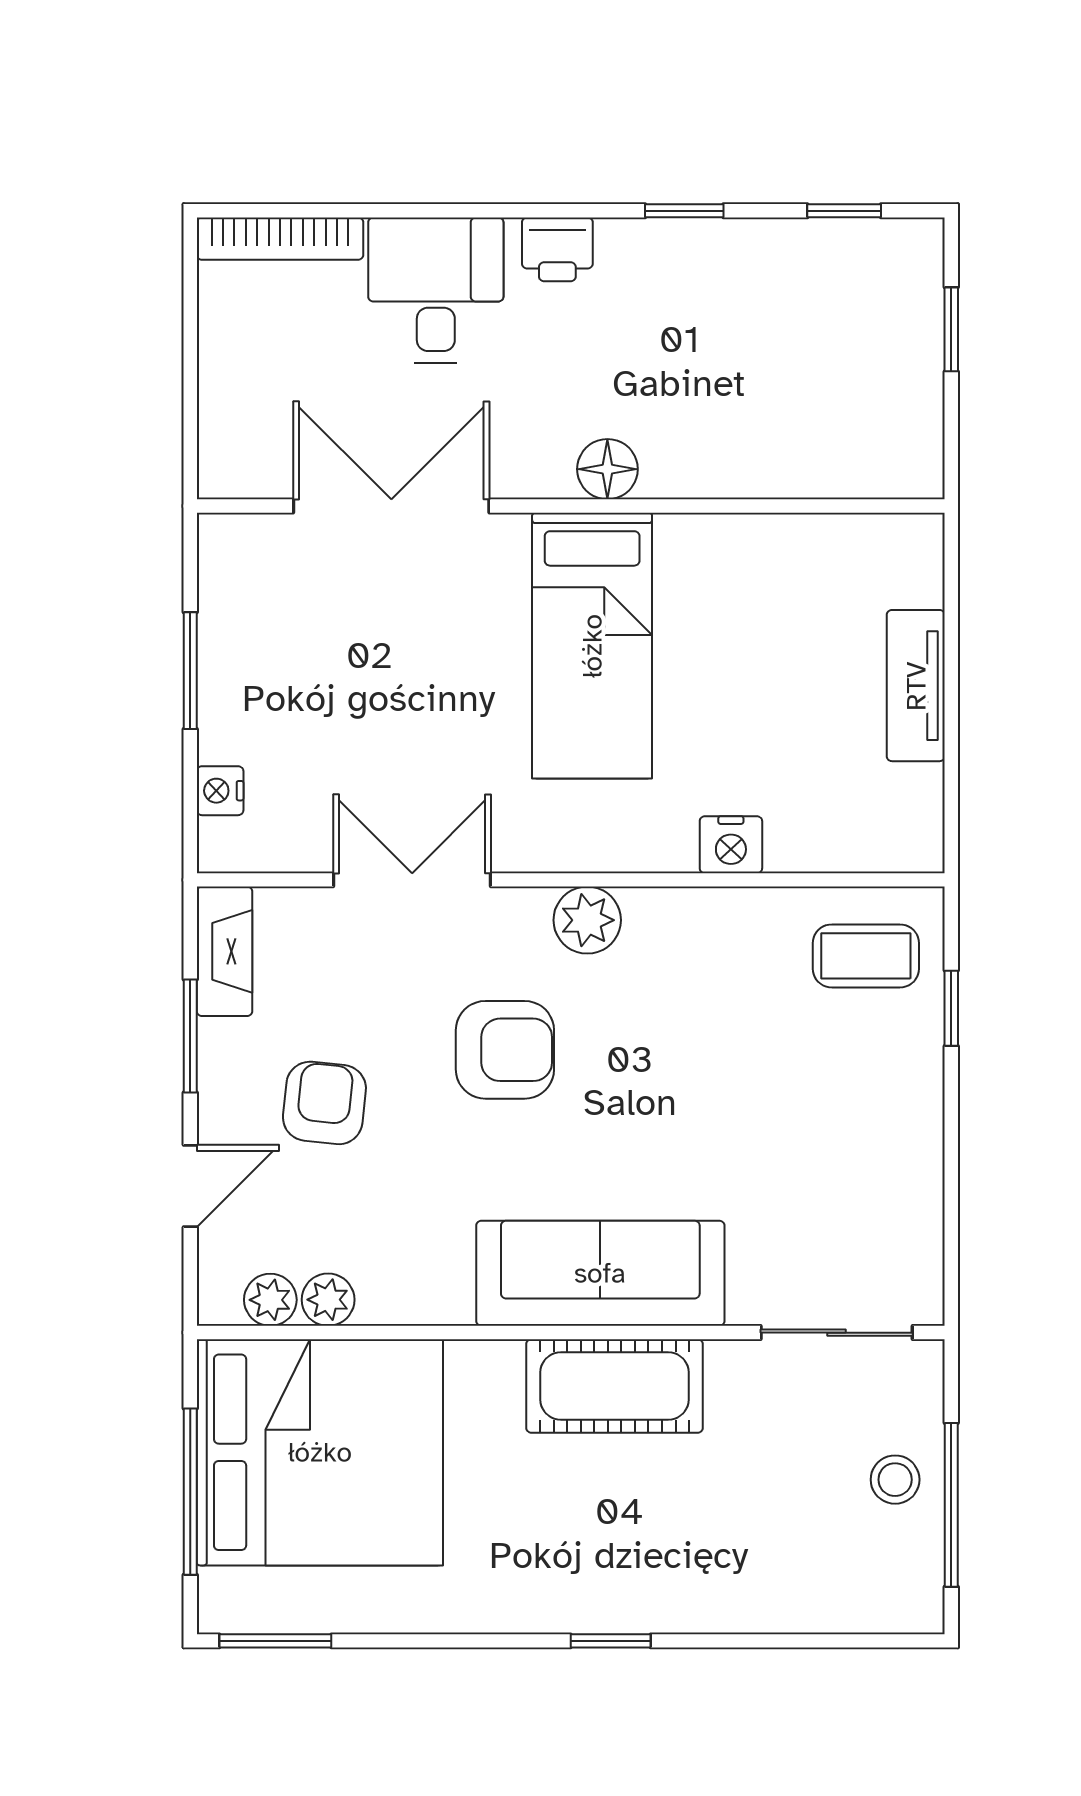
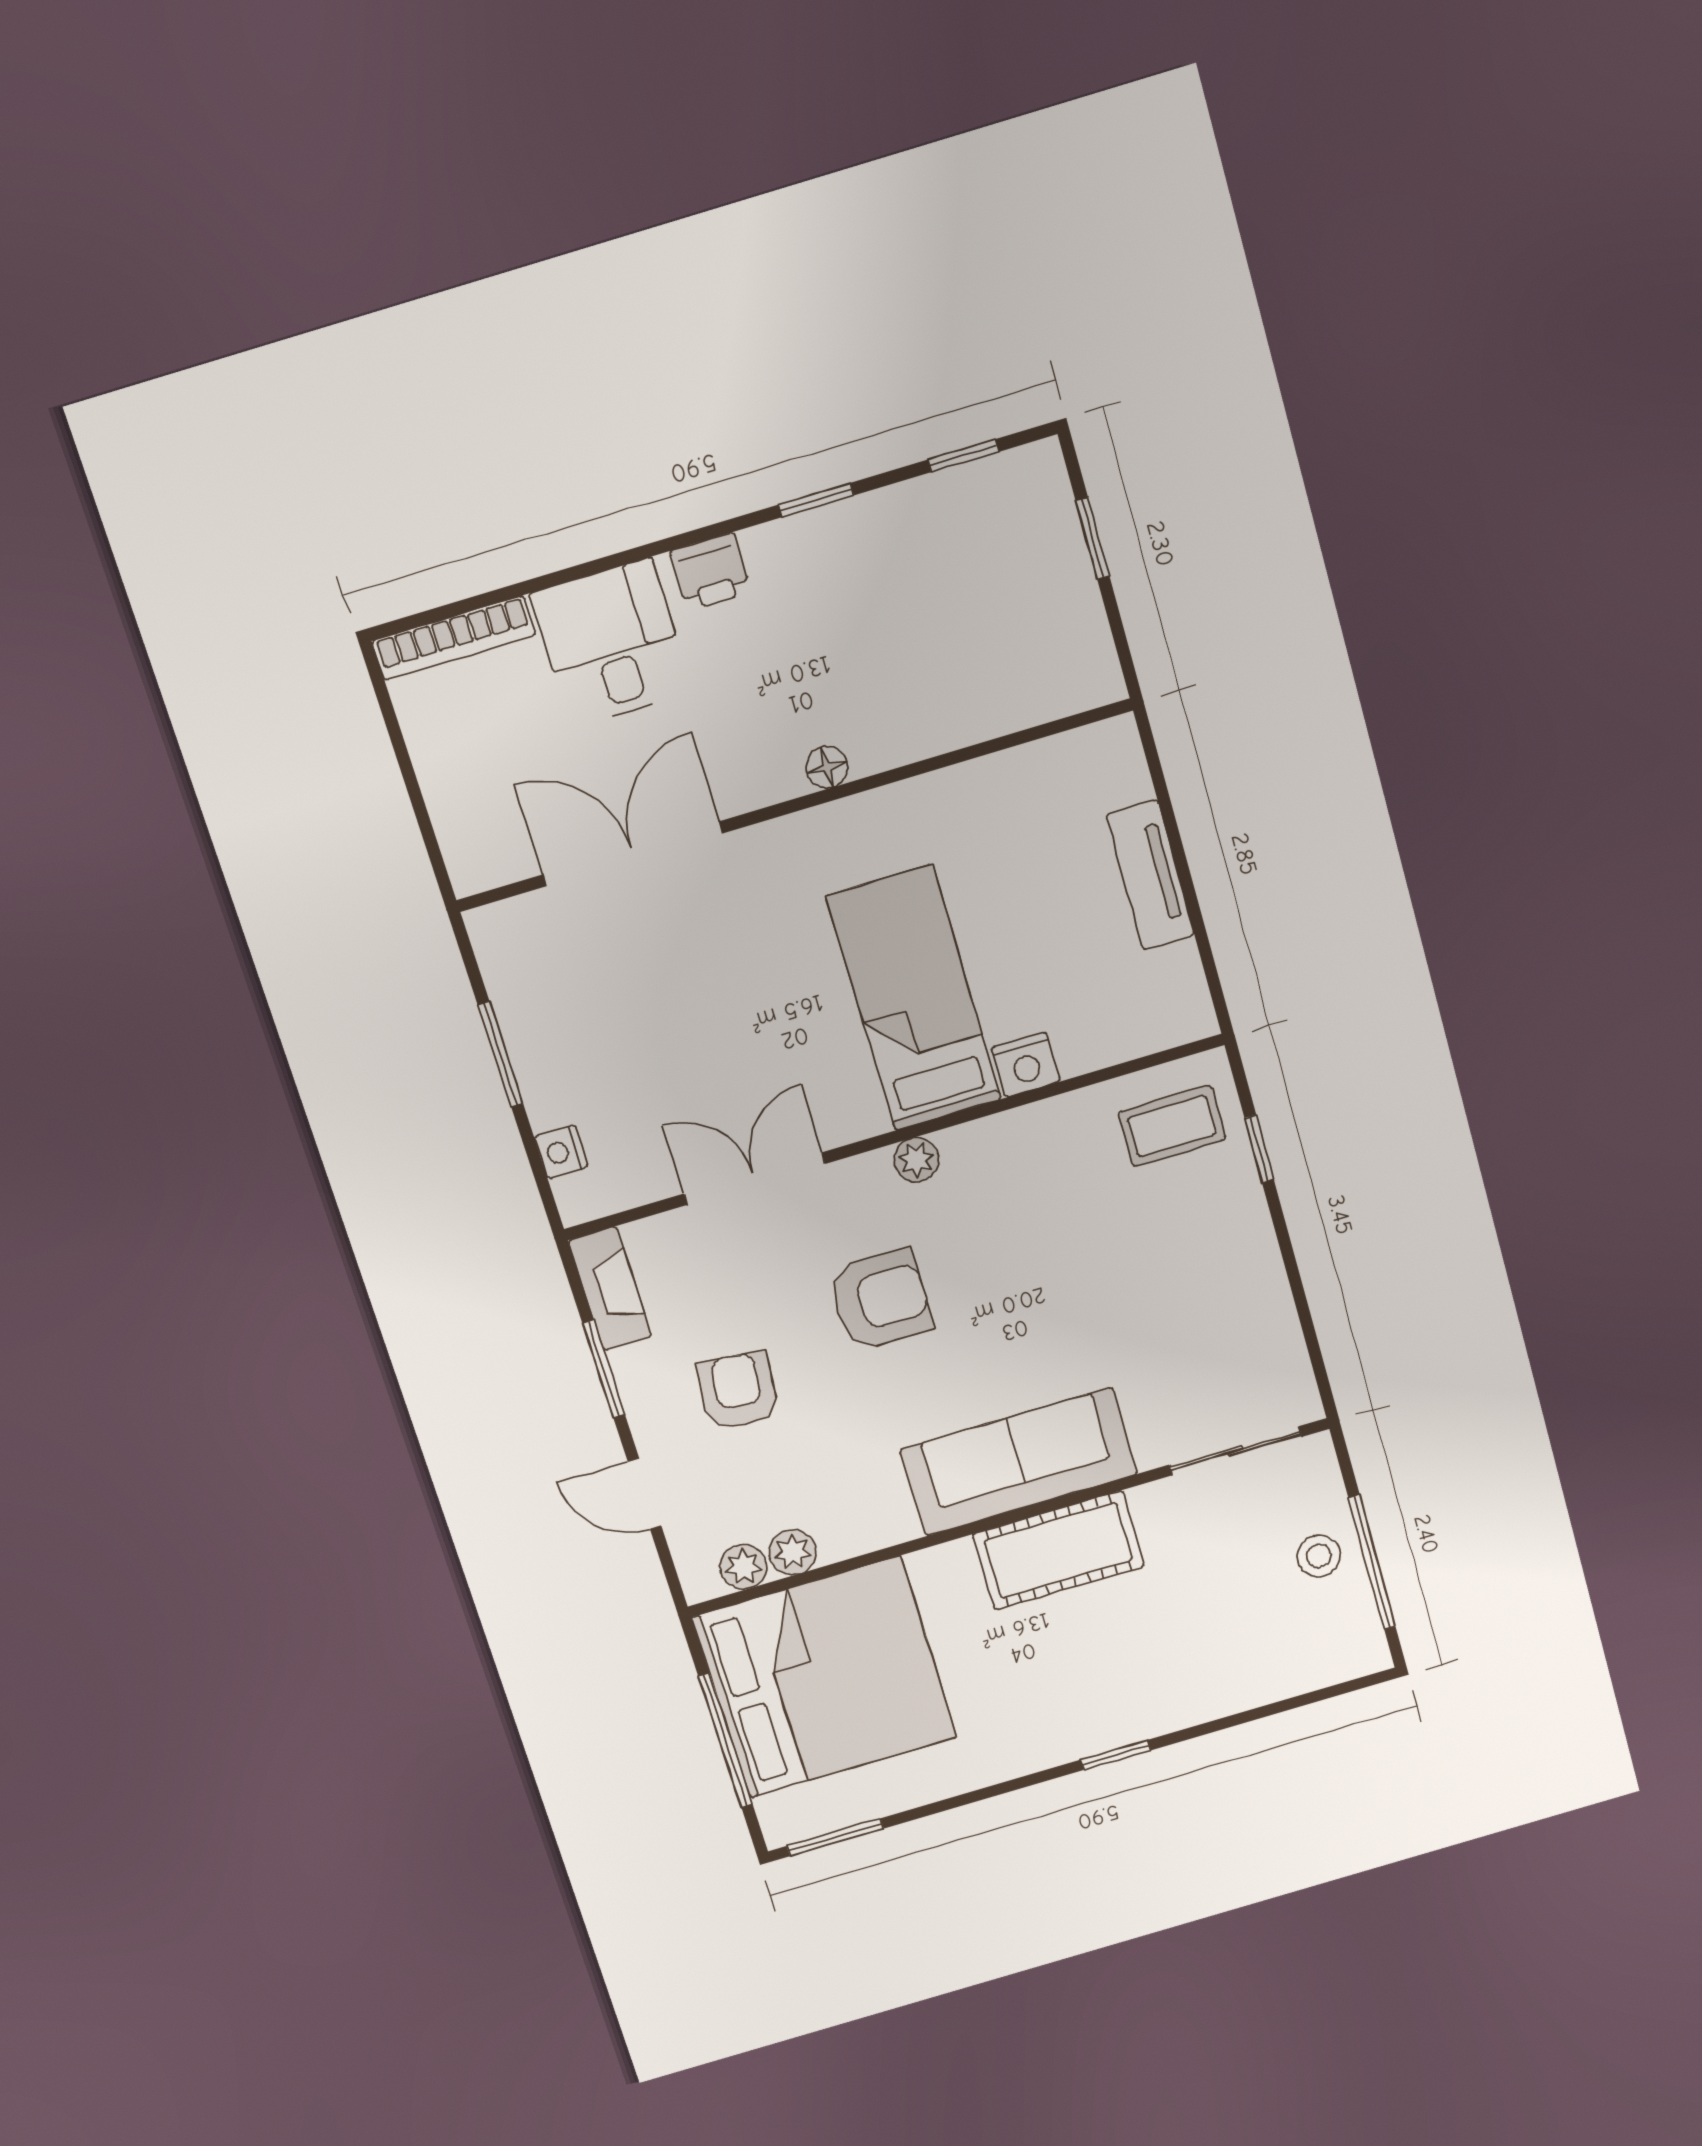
floor lamp: (607, 469) -> (827, 767), width x0.73, depth x0.73
bed: (592, 646) -> (914, 998), moved, turned 180
plant: (587, 920) -> (916, 1160), width x0.73, depth x0.73
door: (190, 1186) -> (645, 1494), swing flipped

